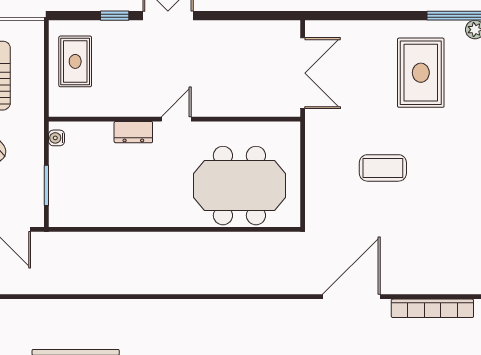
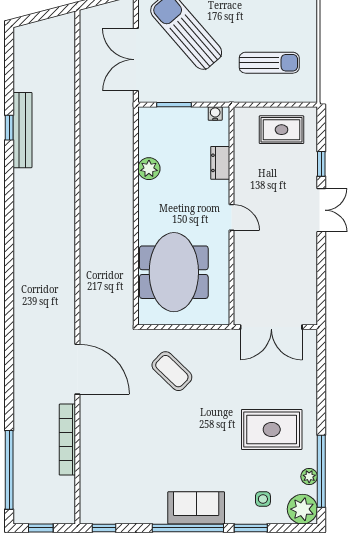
dresser: (133, 132) -> (220, 163), moved
coffee table: (383, 168) -> (172, 371), moved, turned -46
plant: (120, 214) -> (149, 169), added

